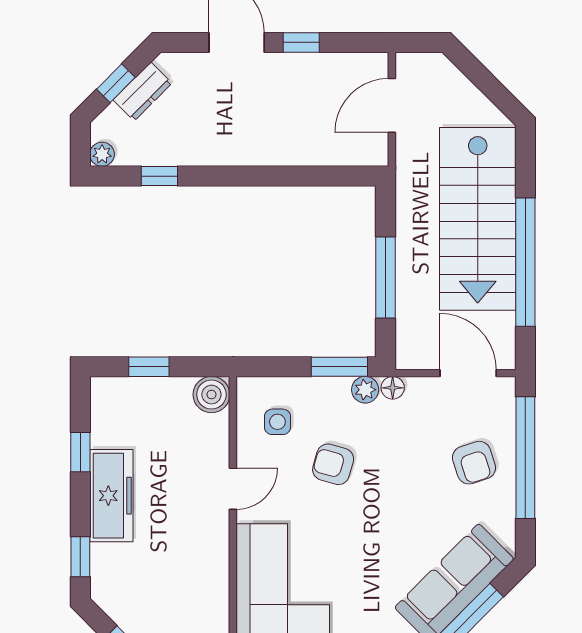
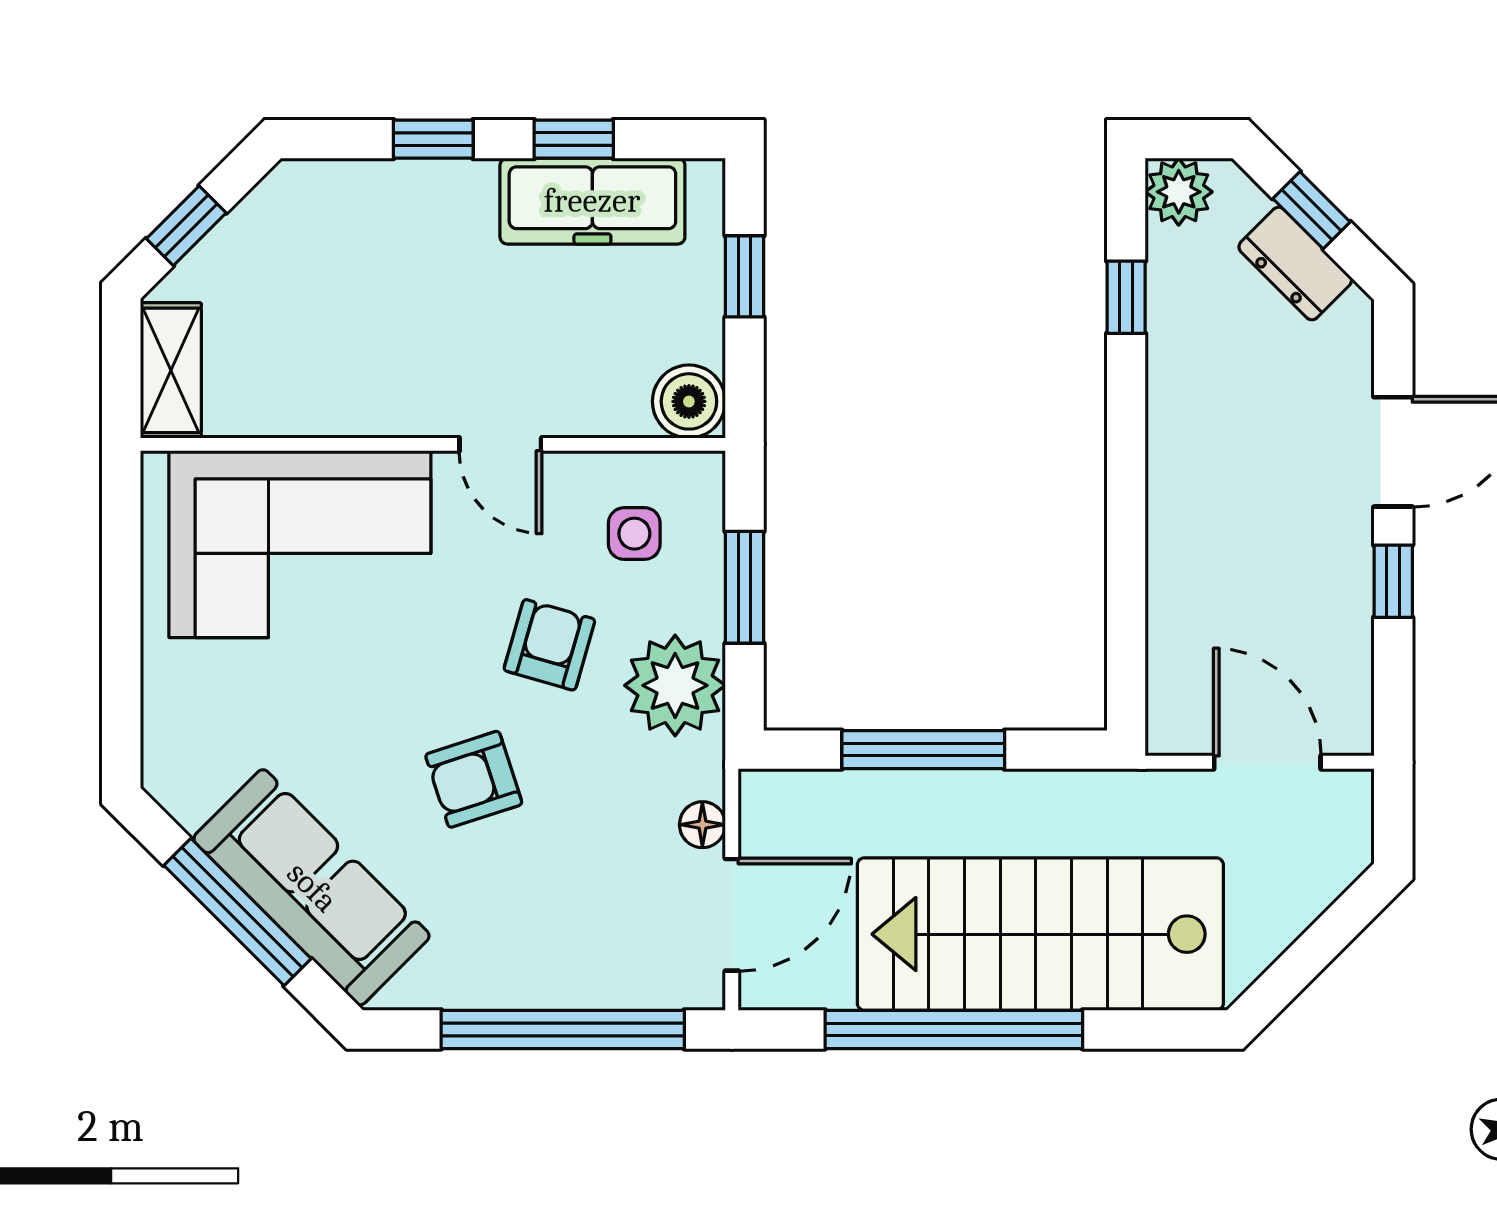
plant: (102, 154) -> (1179, 192), width x1.38, depth x1.38
window: (339, 367) -> (745, 587), moved
floor lamp: (393, 388) -> (702, 825), moved
plant: (365, 390) -> (675, 685), width x1.87, depth x1.87
armchair: (474, 463) -> (474, 779), moved
freezer: (111, 496) -> (592, 201), moved
window: (80, 557) -> (433, 139), moved

